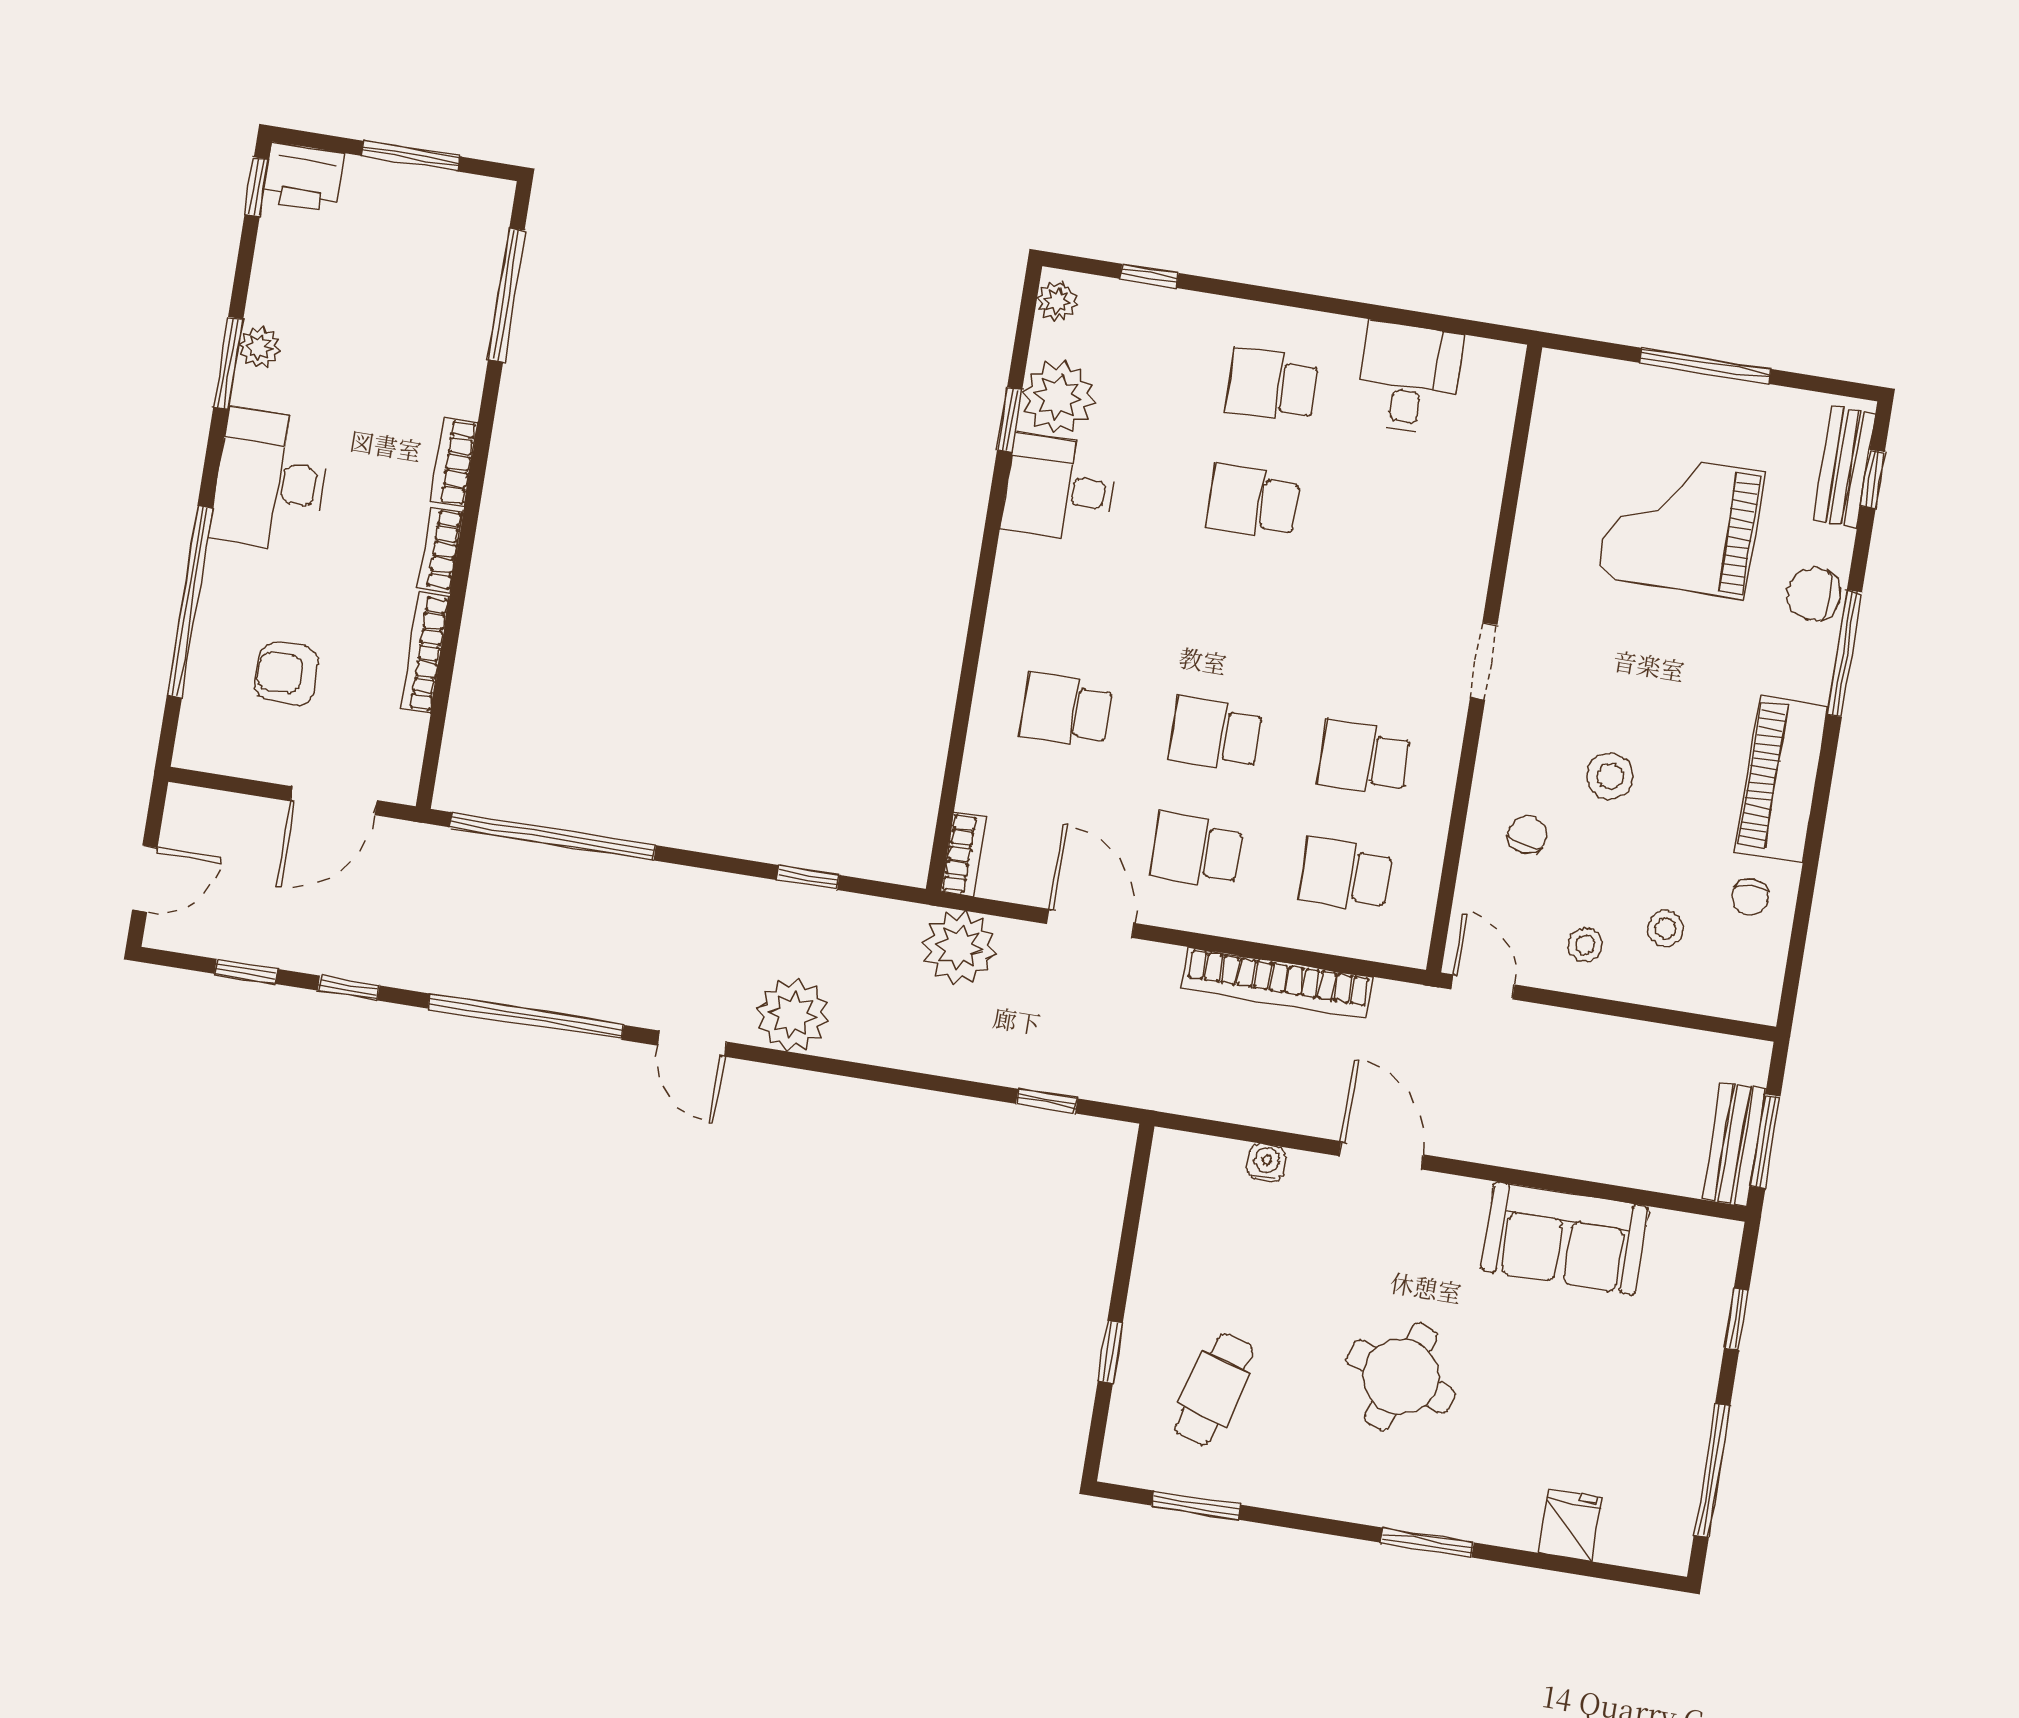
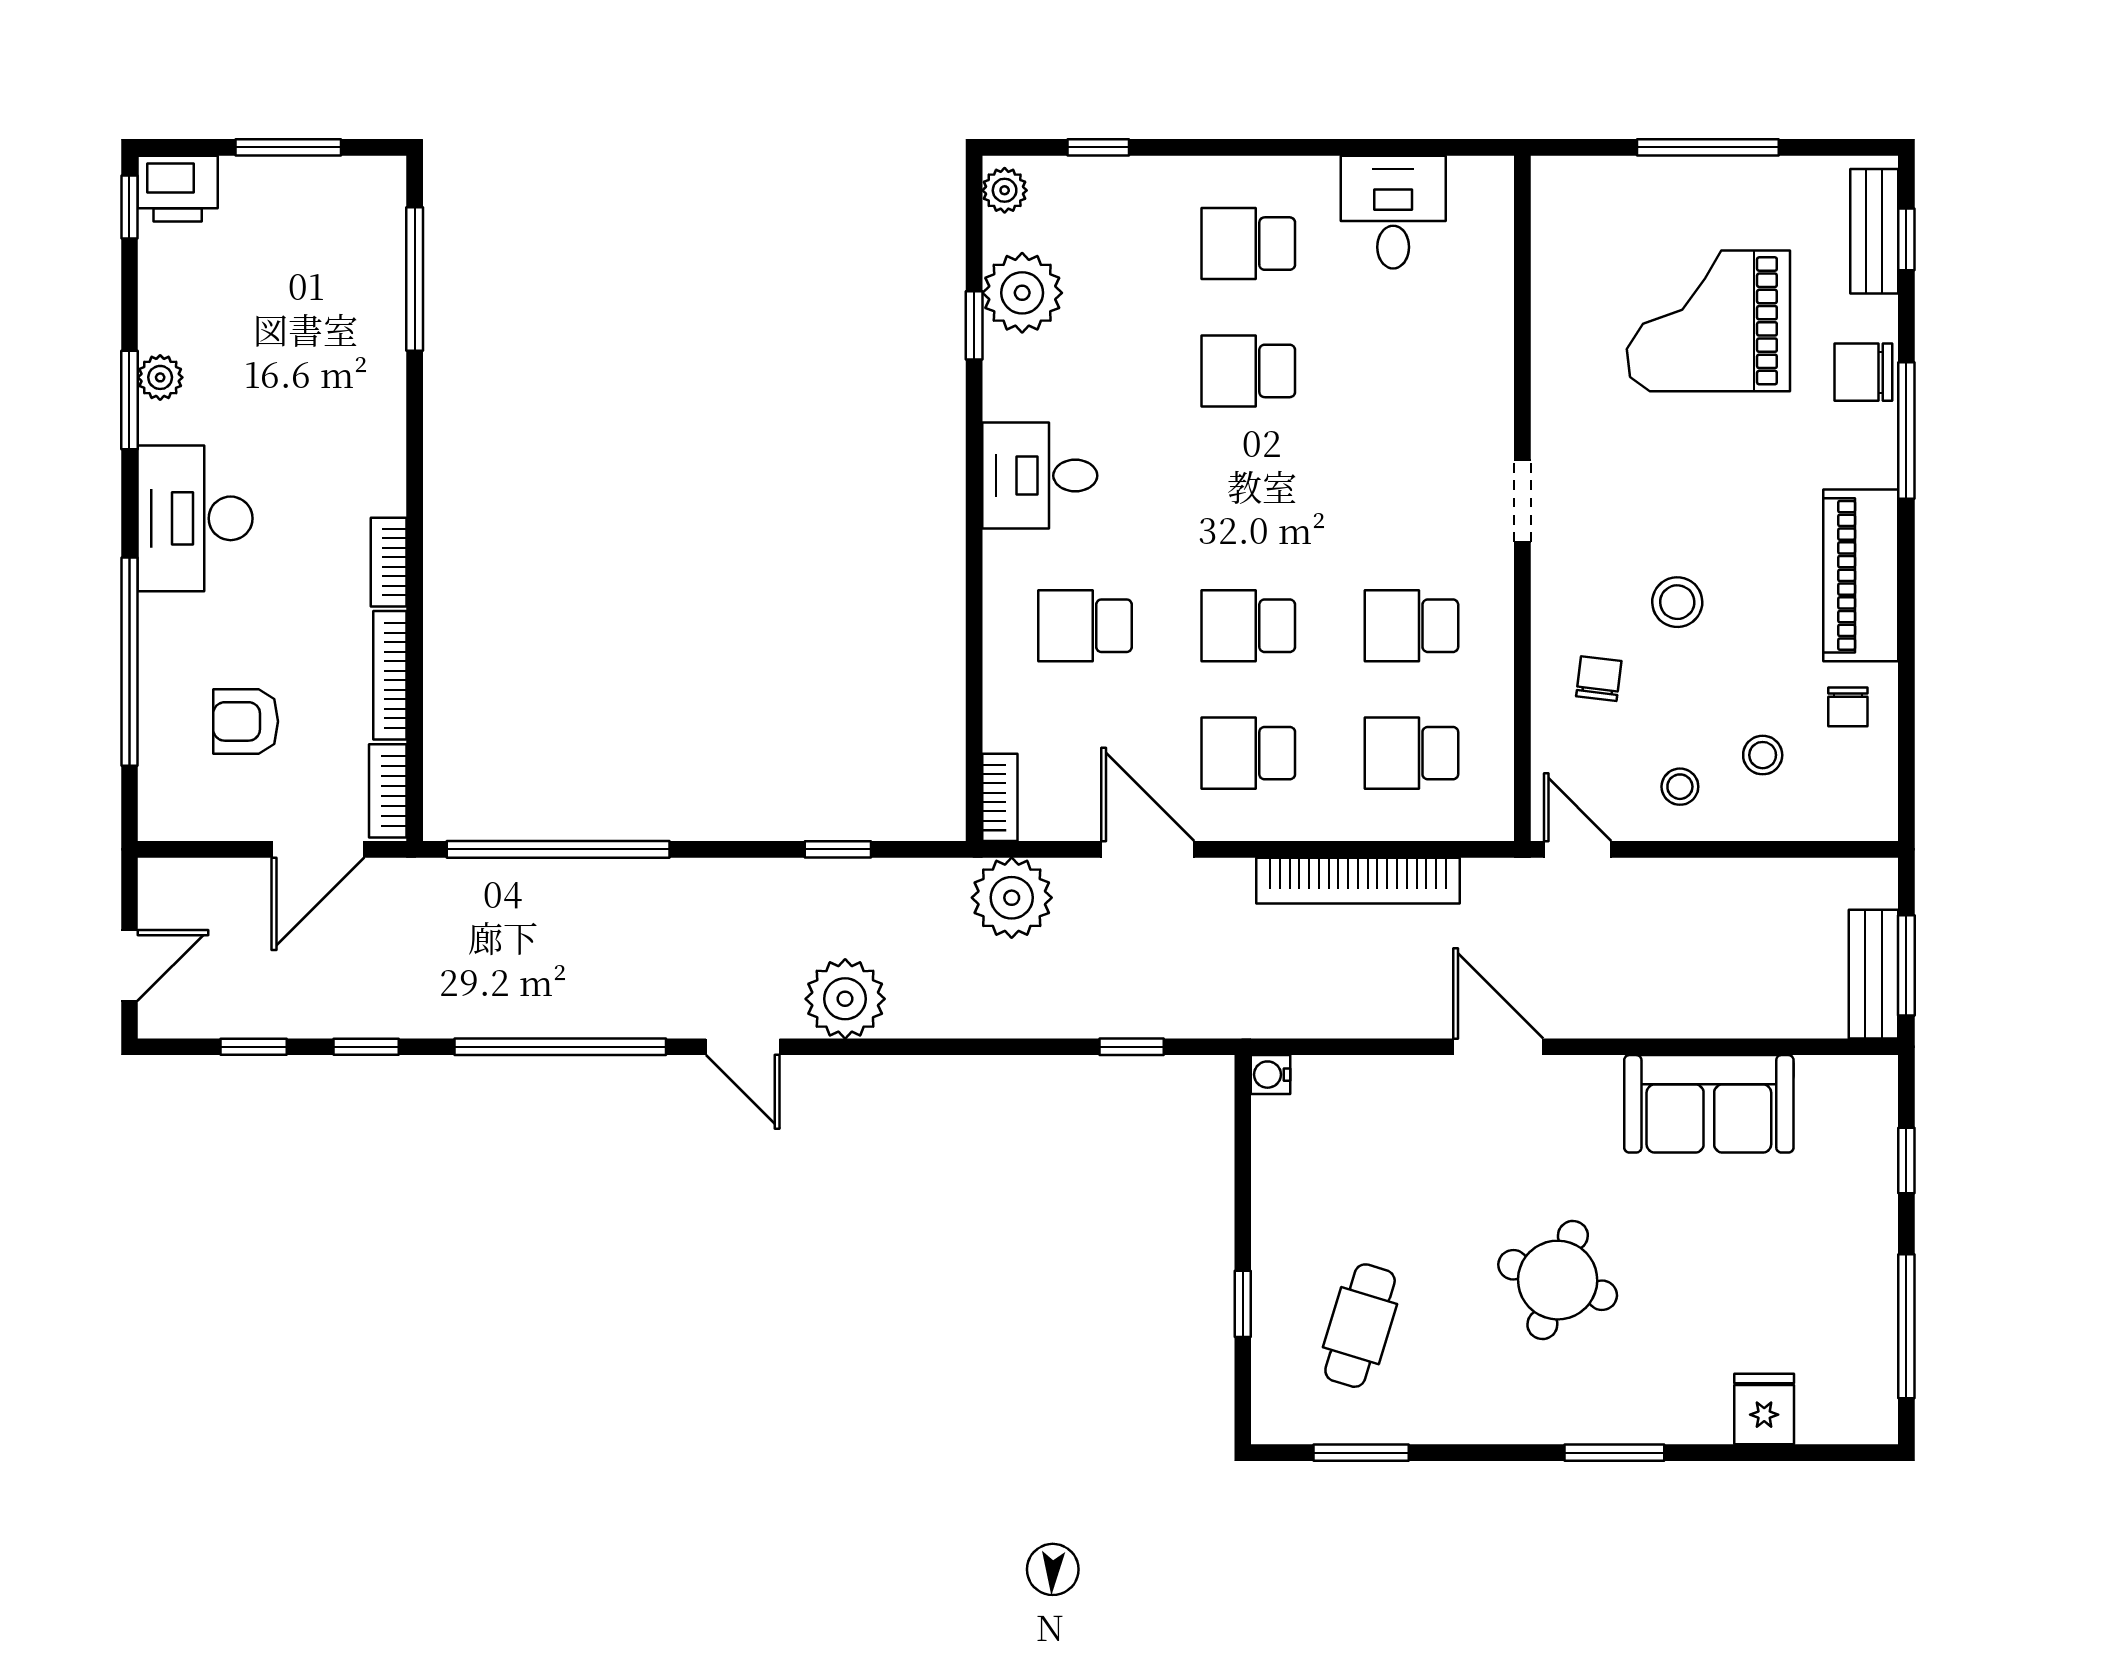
bookcase: (454, 462) -> (388, 791), moved
desk: (1060, 489) -> (1040, 476), moved
water cooler: (1266, 1163) -> (1271, 1075), moved, turned -90

